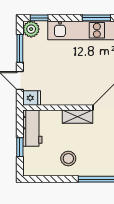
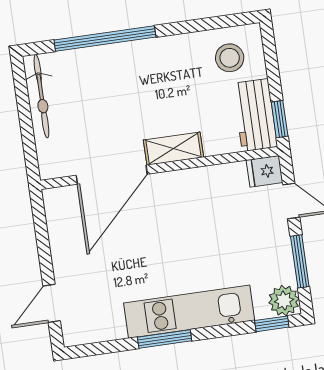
window: (20, 147) -> (280, 119), moved
stool: (68, 159) -> (230, 58), moved

